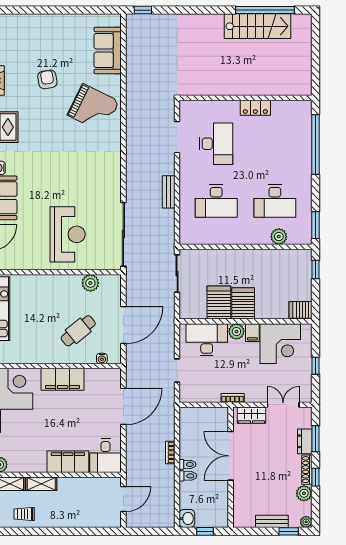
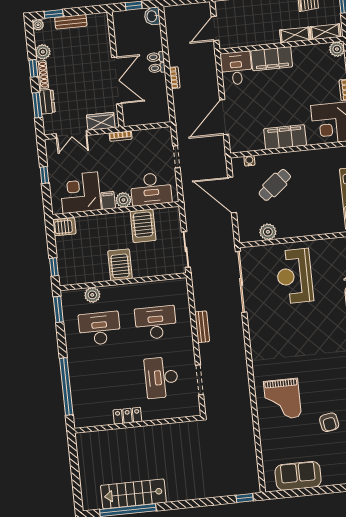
sofa: (108, 51) -> (298, 476), moved, turned -90
grand piano: (93, 108) -> (282, 399), turned -116
server rack: (243, 303) -> (120, 265), moved, turned 180
door: (123, 325) -> (232, 195), hinge flipped

